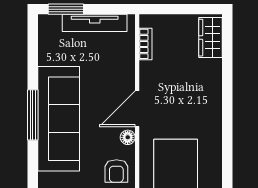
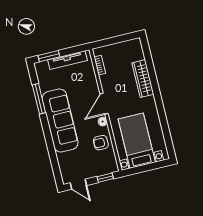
wardrobe: (210, 38) -> (143, 79), moved, width x1.50
window: (33, 115) -> (39, 99), moved
armchair: (116, 171) -> (101, 143), turned 90

